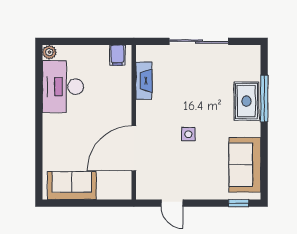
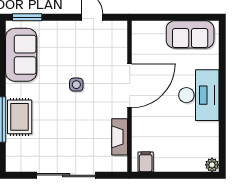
desk: (63, 87) -> (199, 95), moved
door: (134, 148) -> (130, 86), moved
window: (239, 203) -> (27, 17), width x1.50

